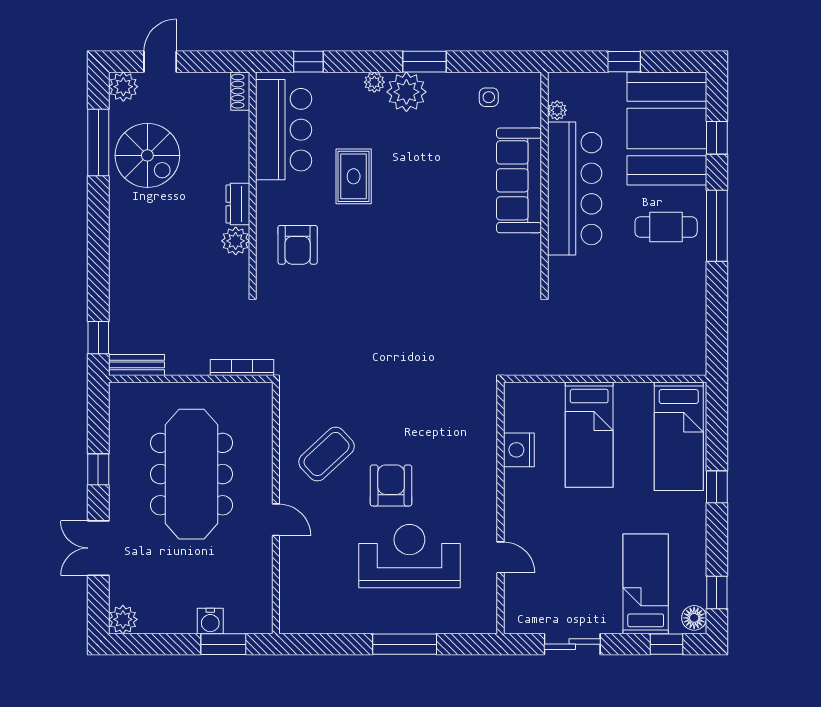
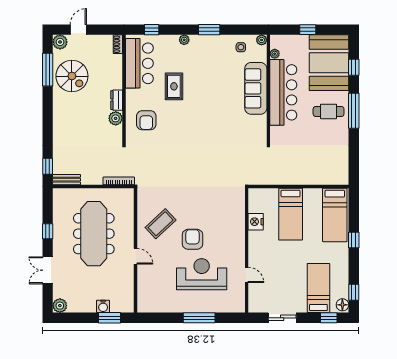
plant: (406, 92) -> (262, 40), moved, width x0.53, depth x0.53

